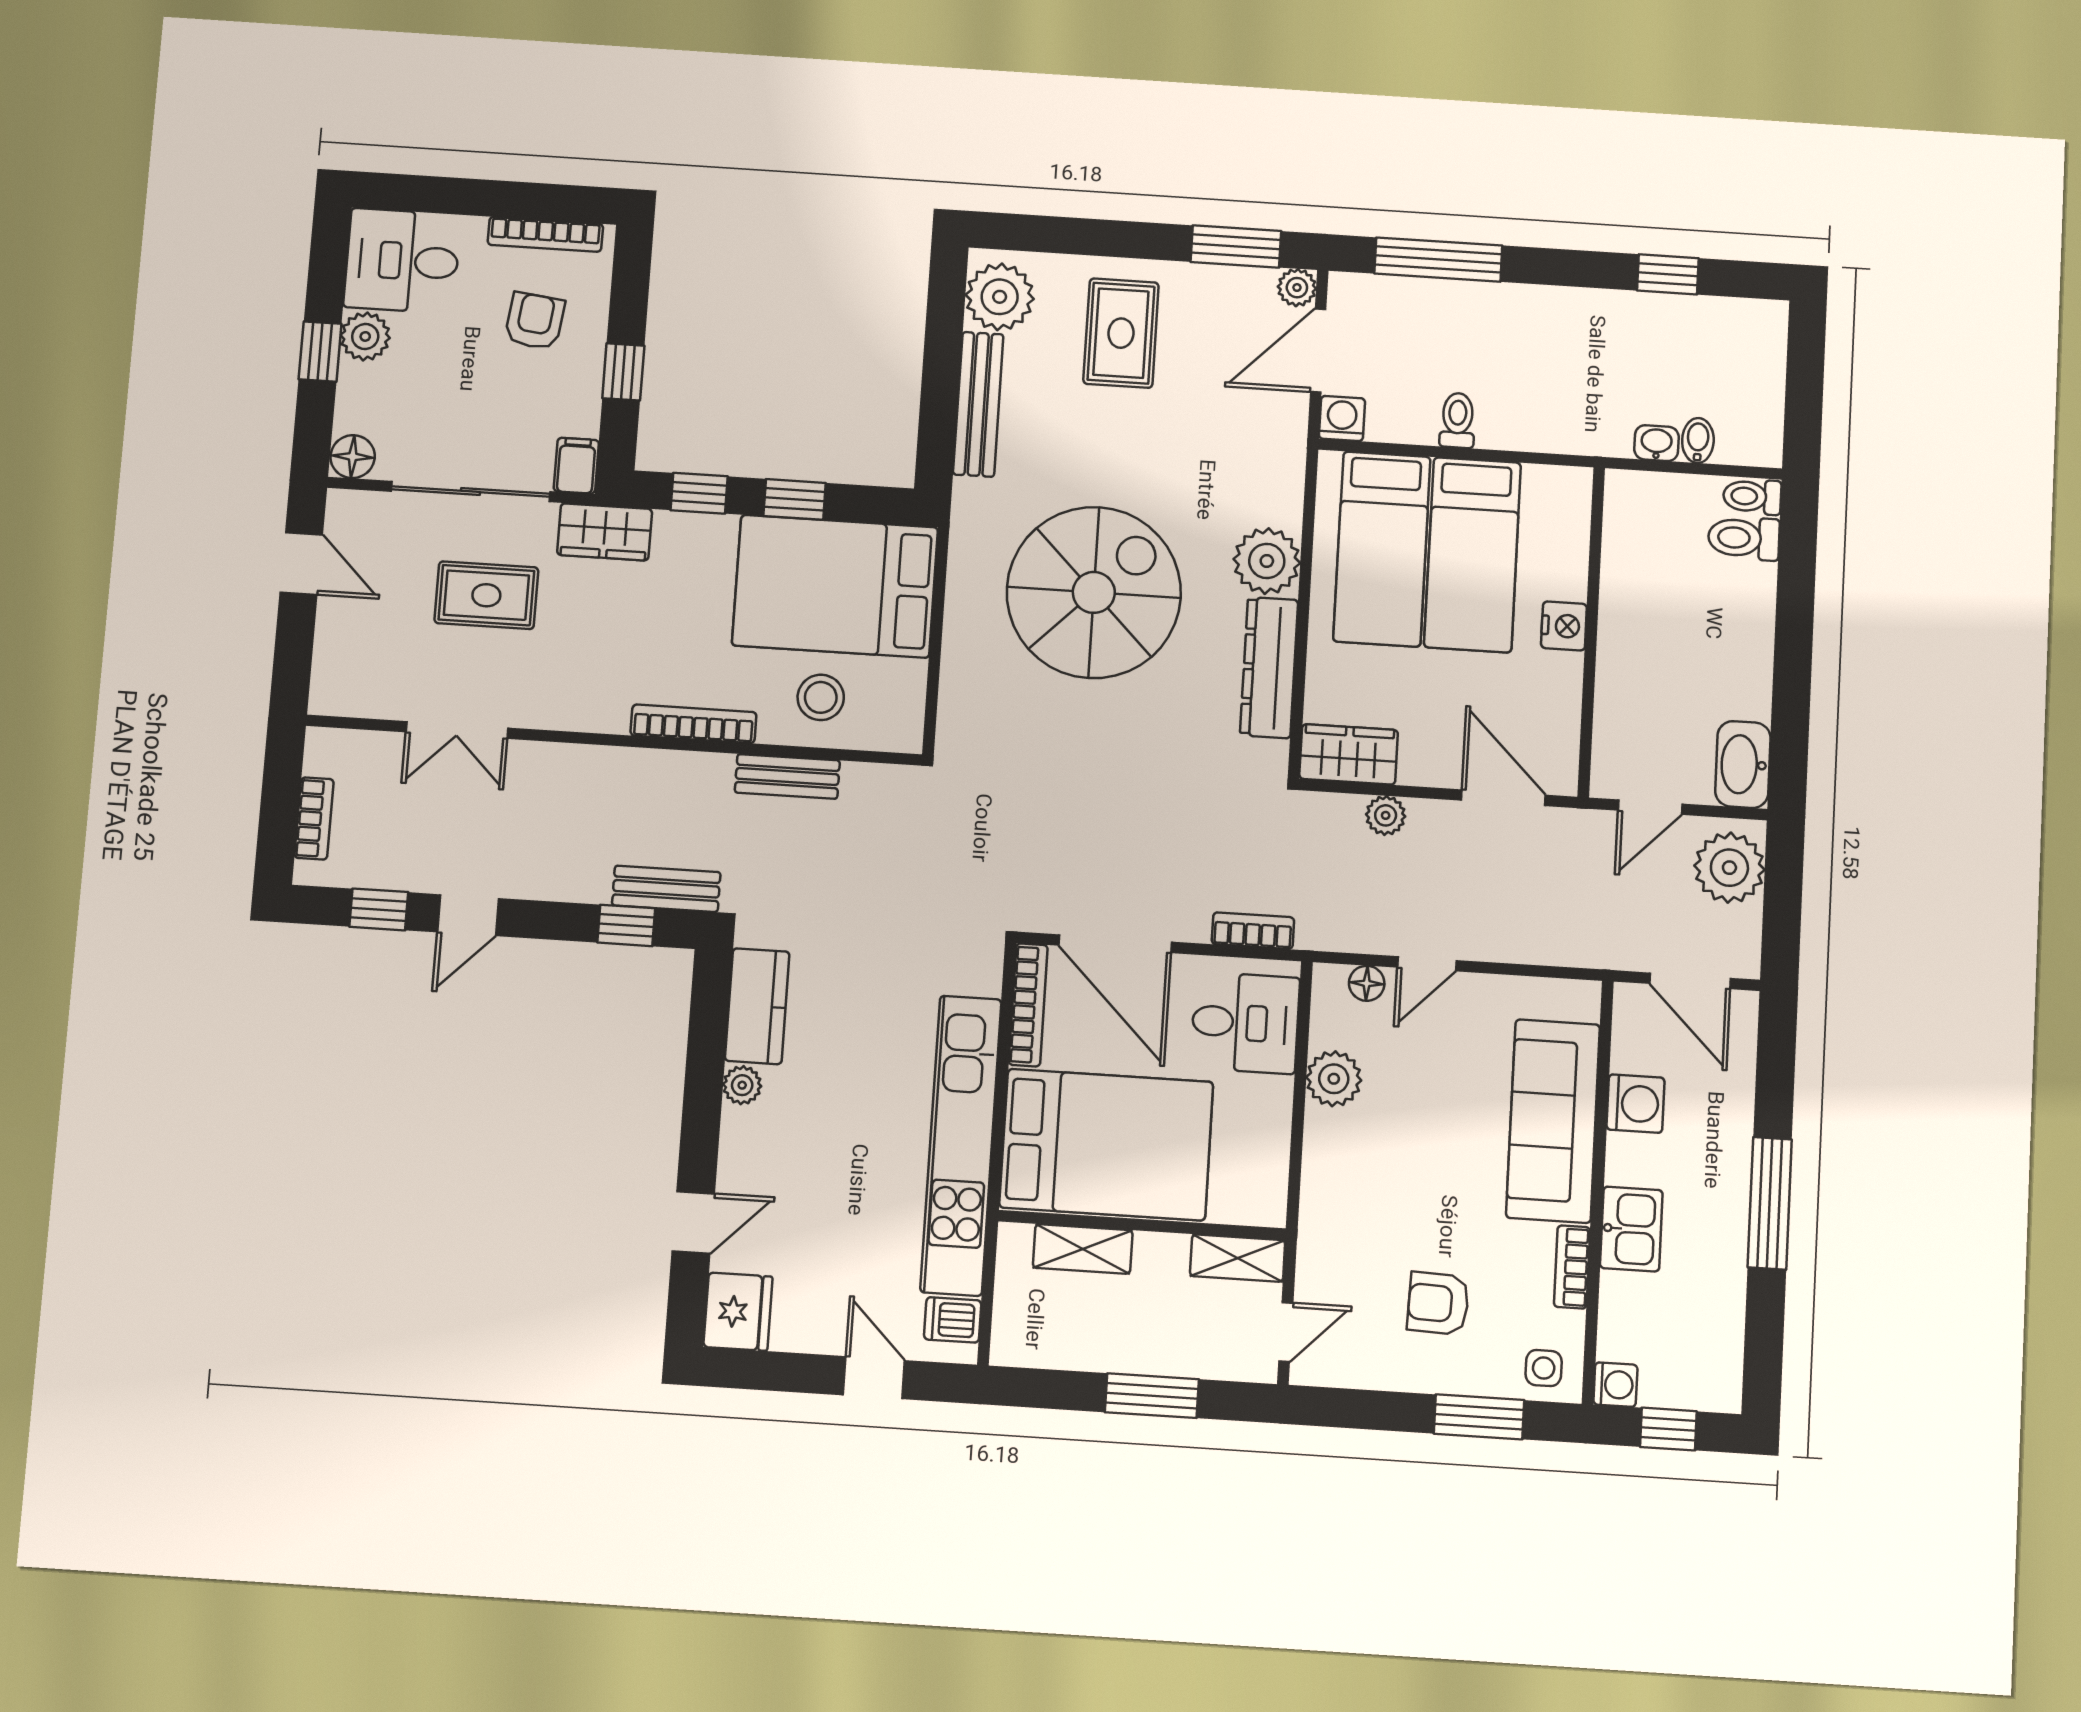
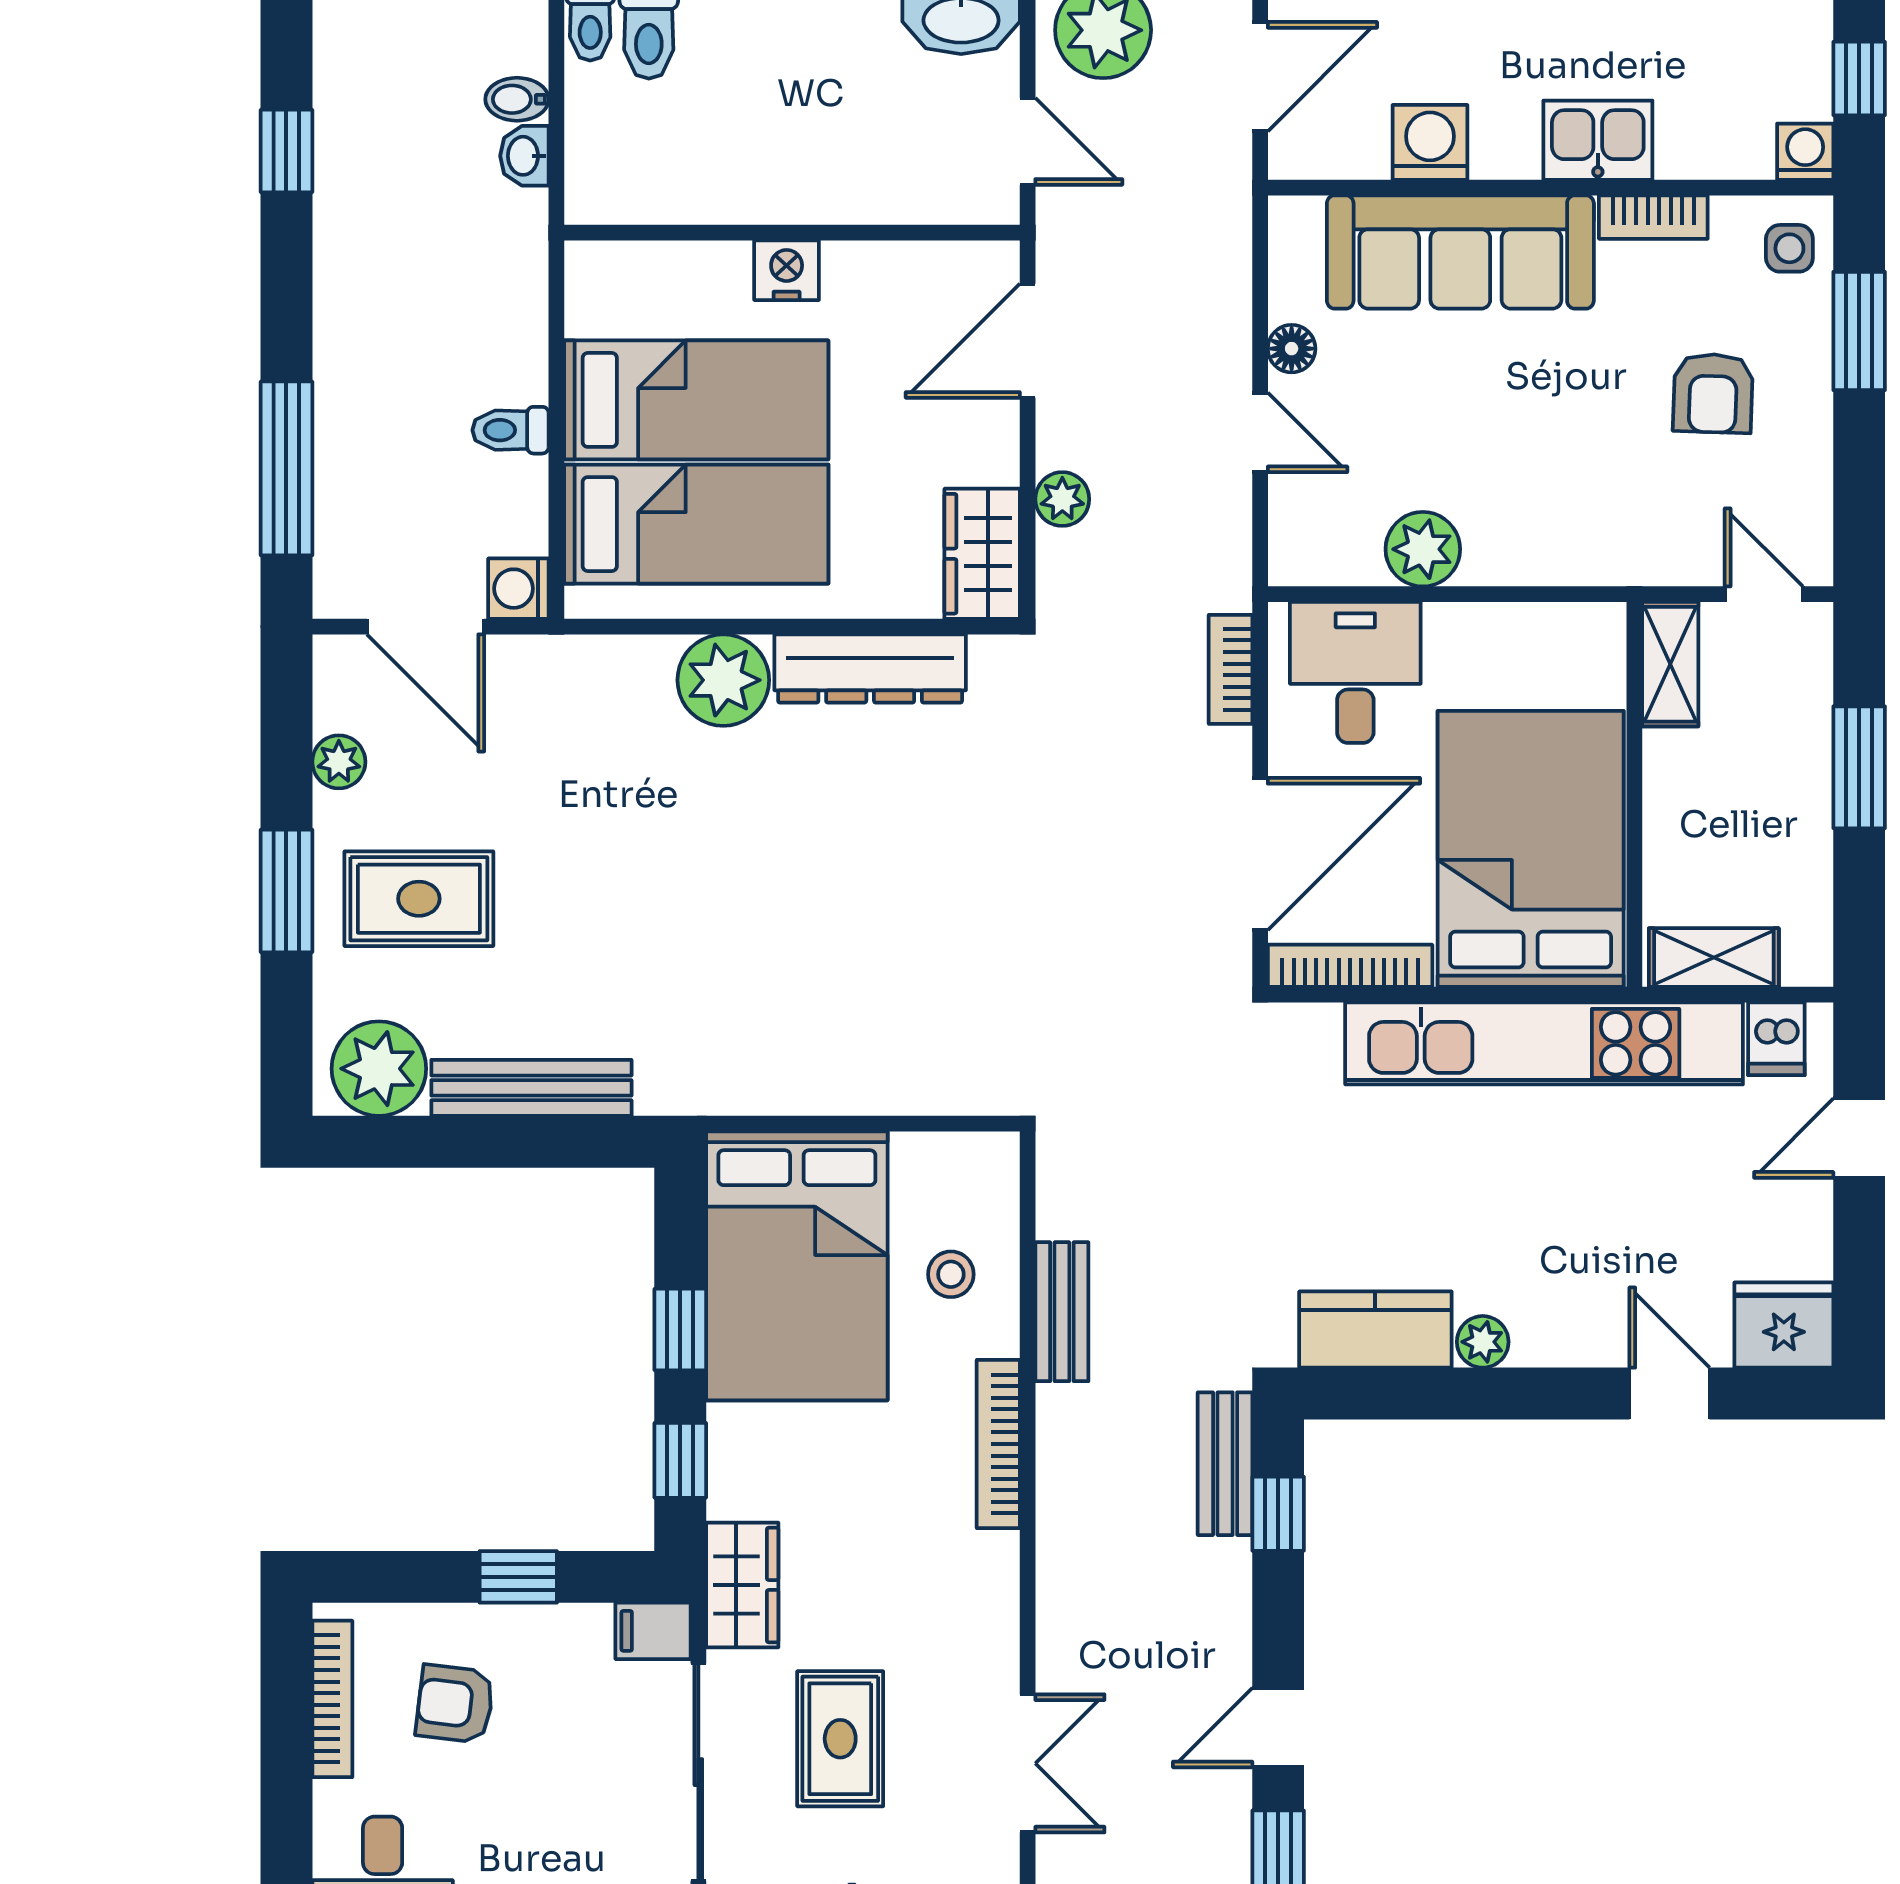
window: (1236, 246) -> (286, 891), moved
plant: (1297, 288) -> (339, 762), moved
spiral stairs: (1094, 592) -> (782, 913), removed
stool: (821, 697) -> (951, 1274), width x0.73, depth x0.73
door: (468, 915) -> (1278, 1728), swing flipped
floor lamp: (1367, 983) -> (1292, 349), moved
shelving: (1083, 1249) -> (1714, 958), moved, turned 90

